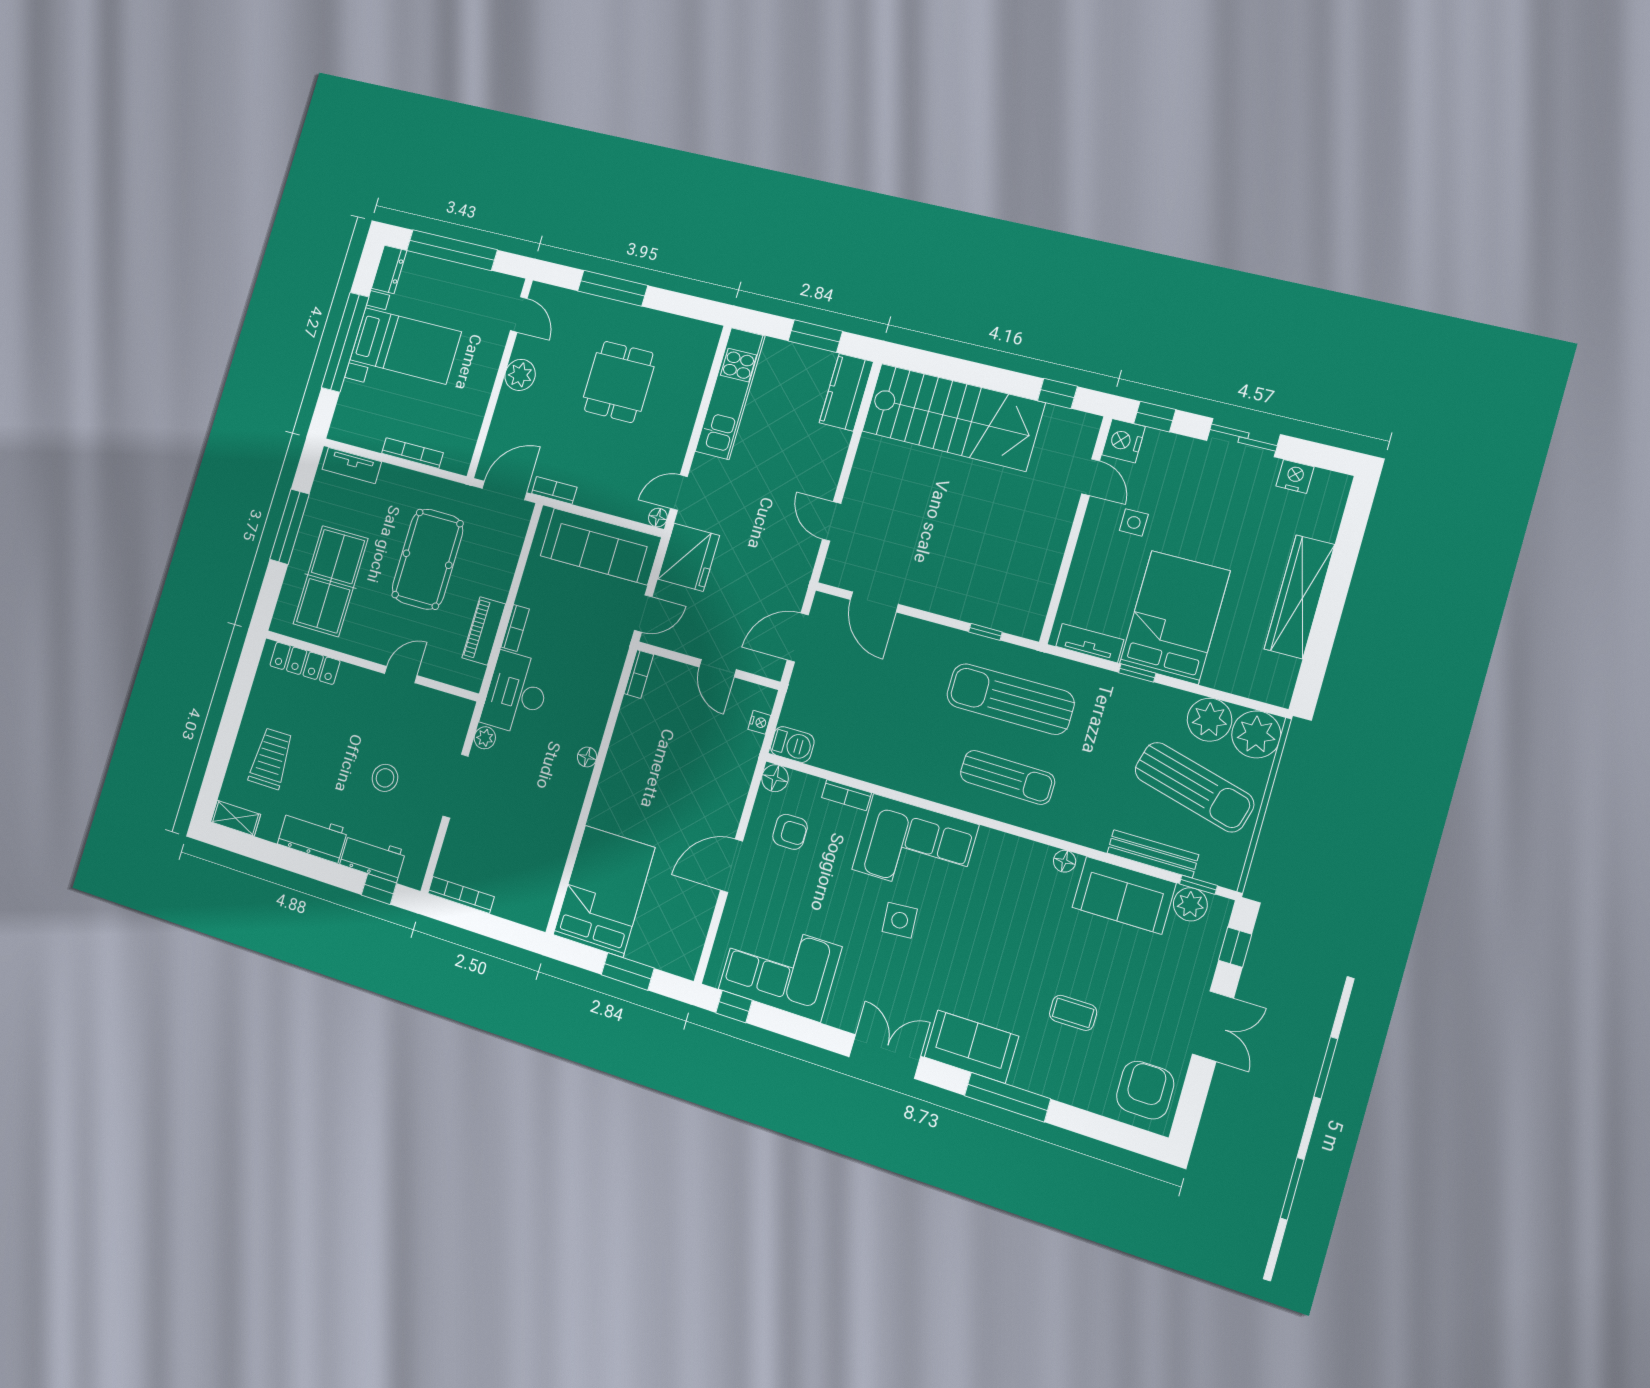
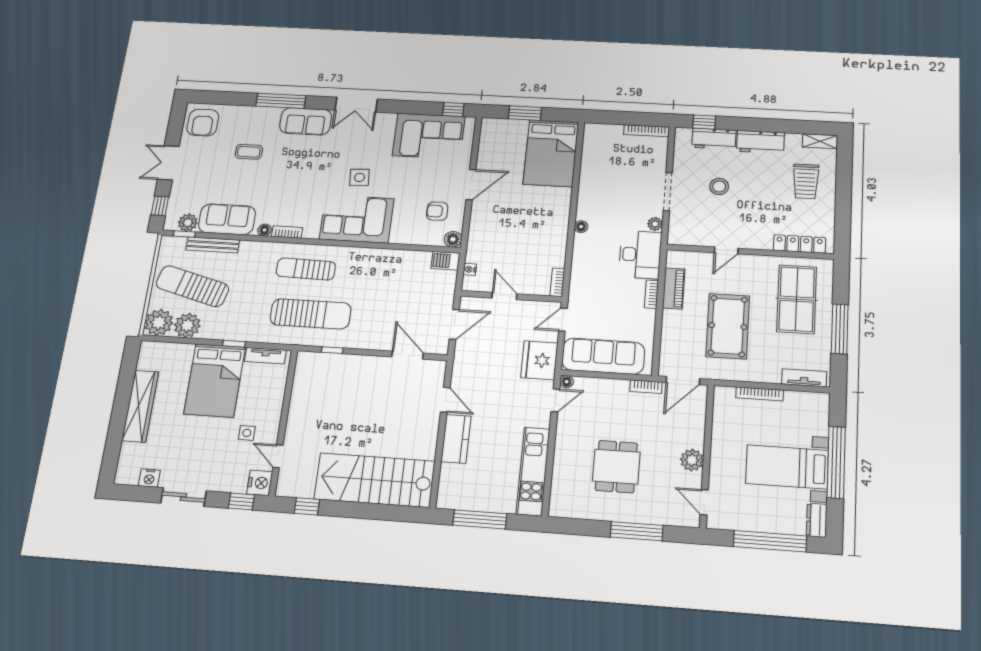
window: (815, 336) -> (480, 519), width x1.44
kitchen counter: (846, 392) -> (456, 439), moved
bookcase: (846, 795) -> (287, 232), moved

